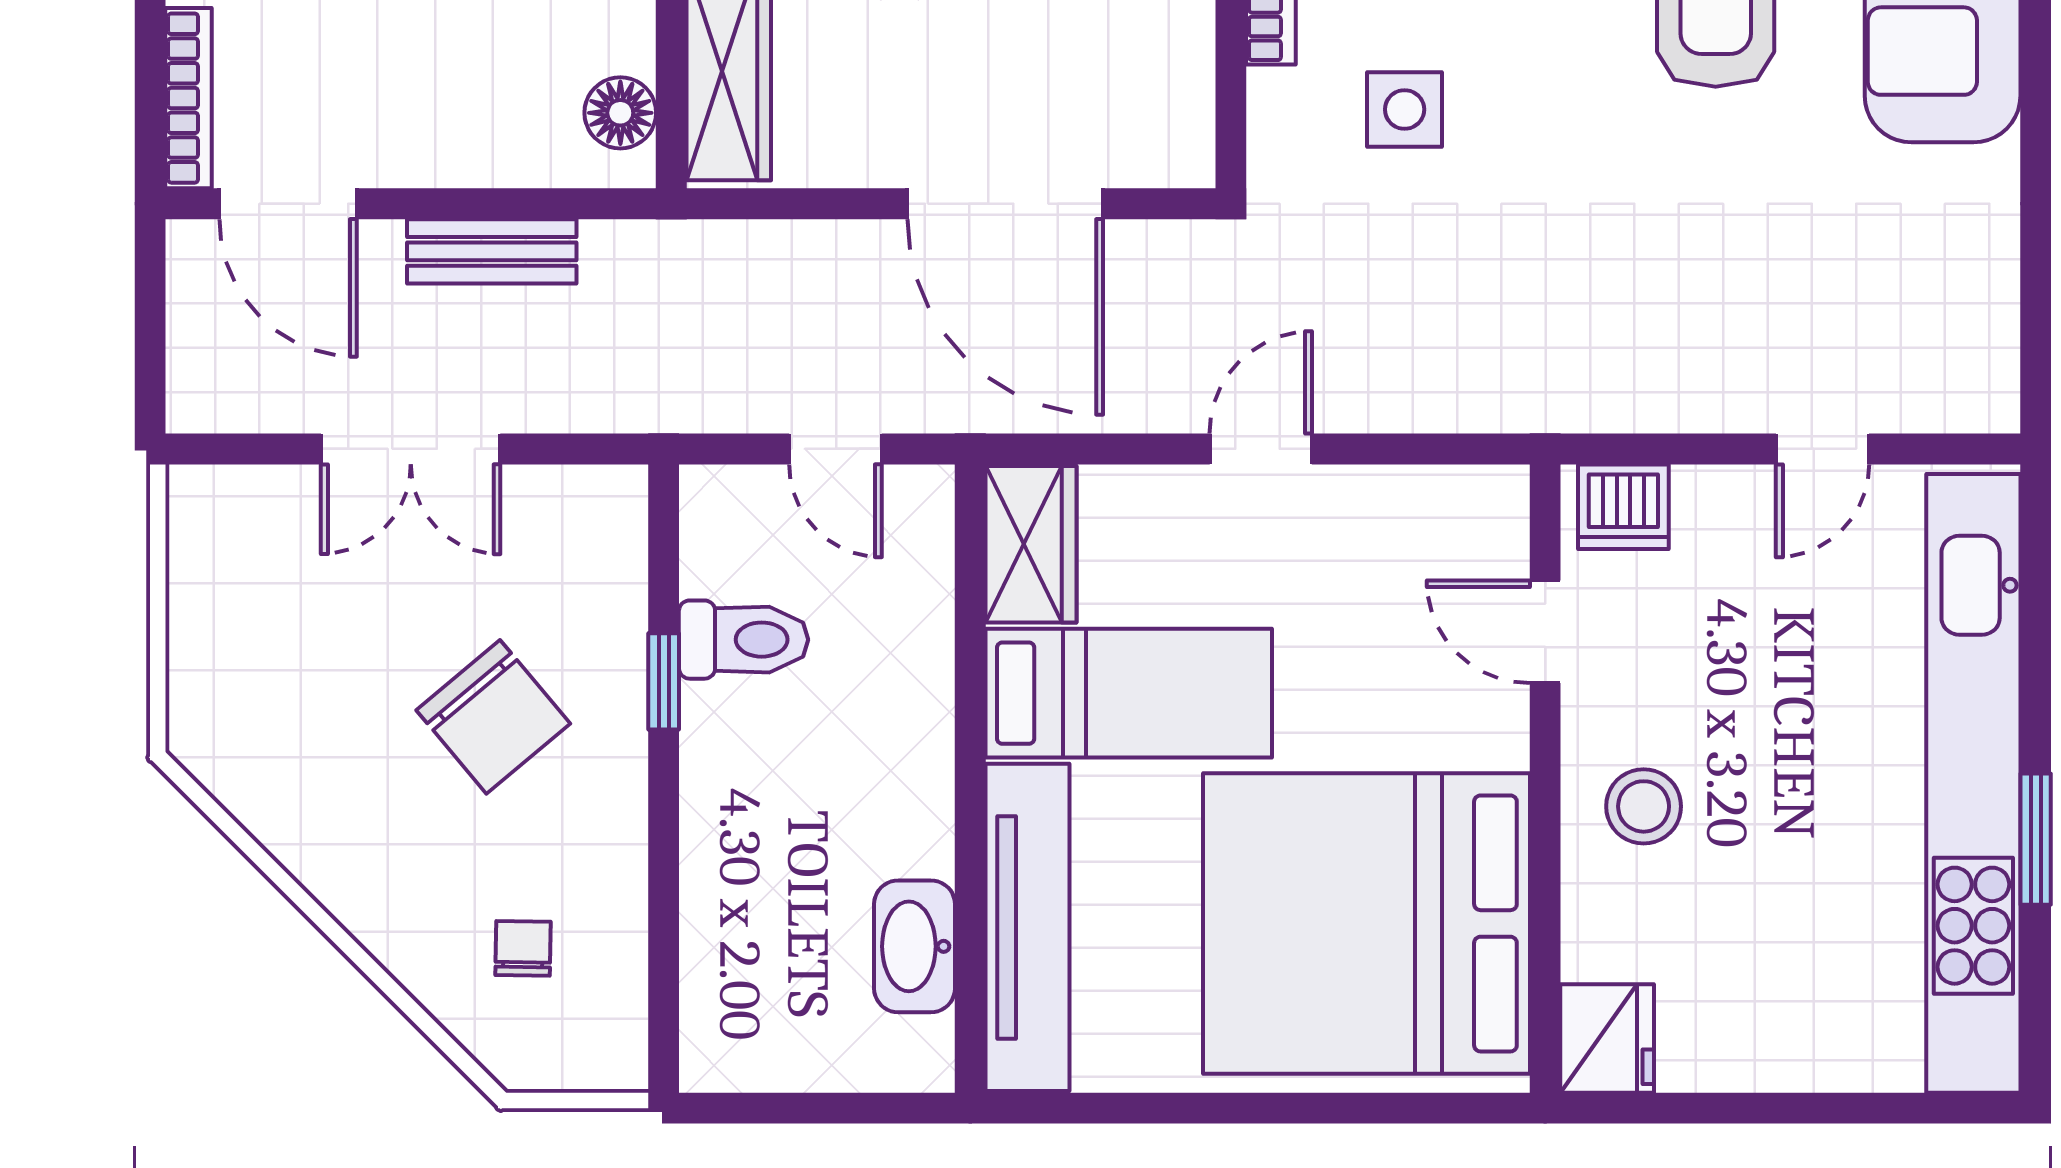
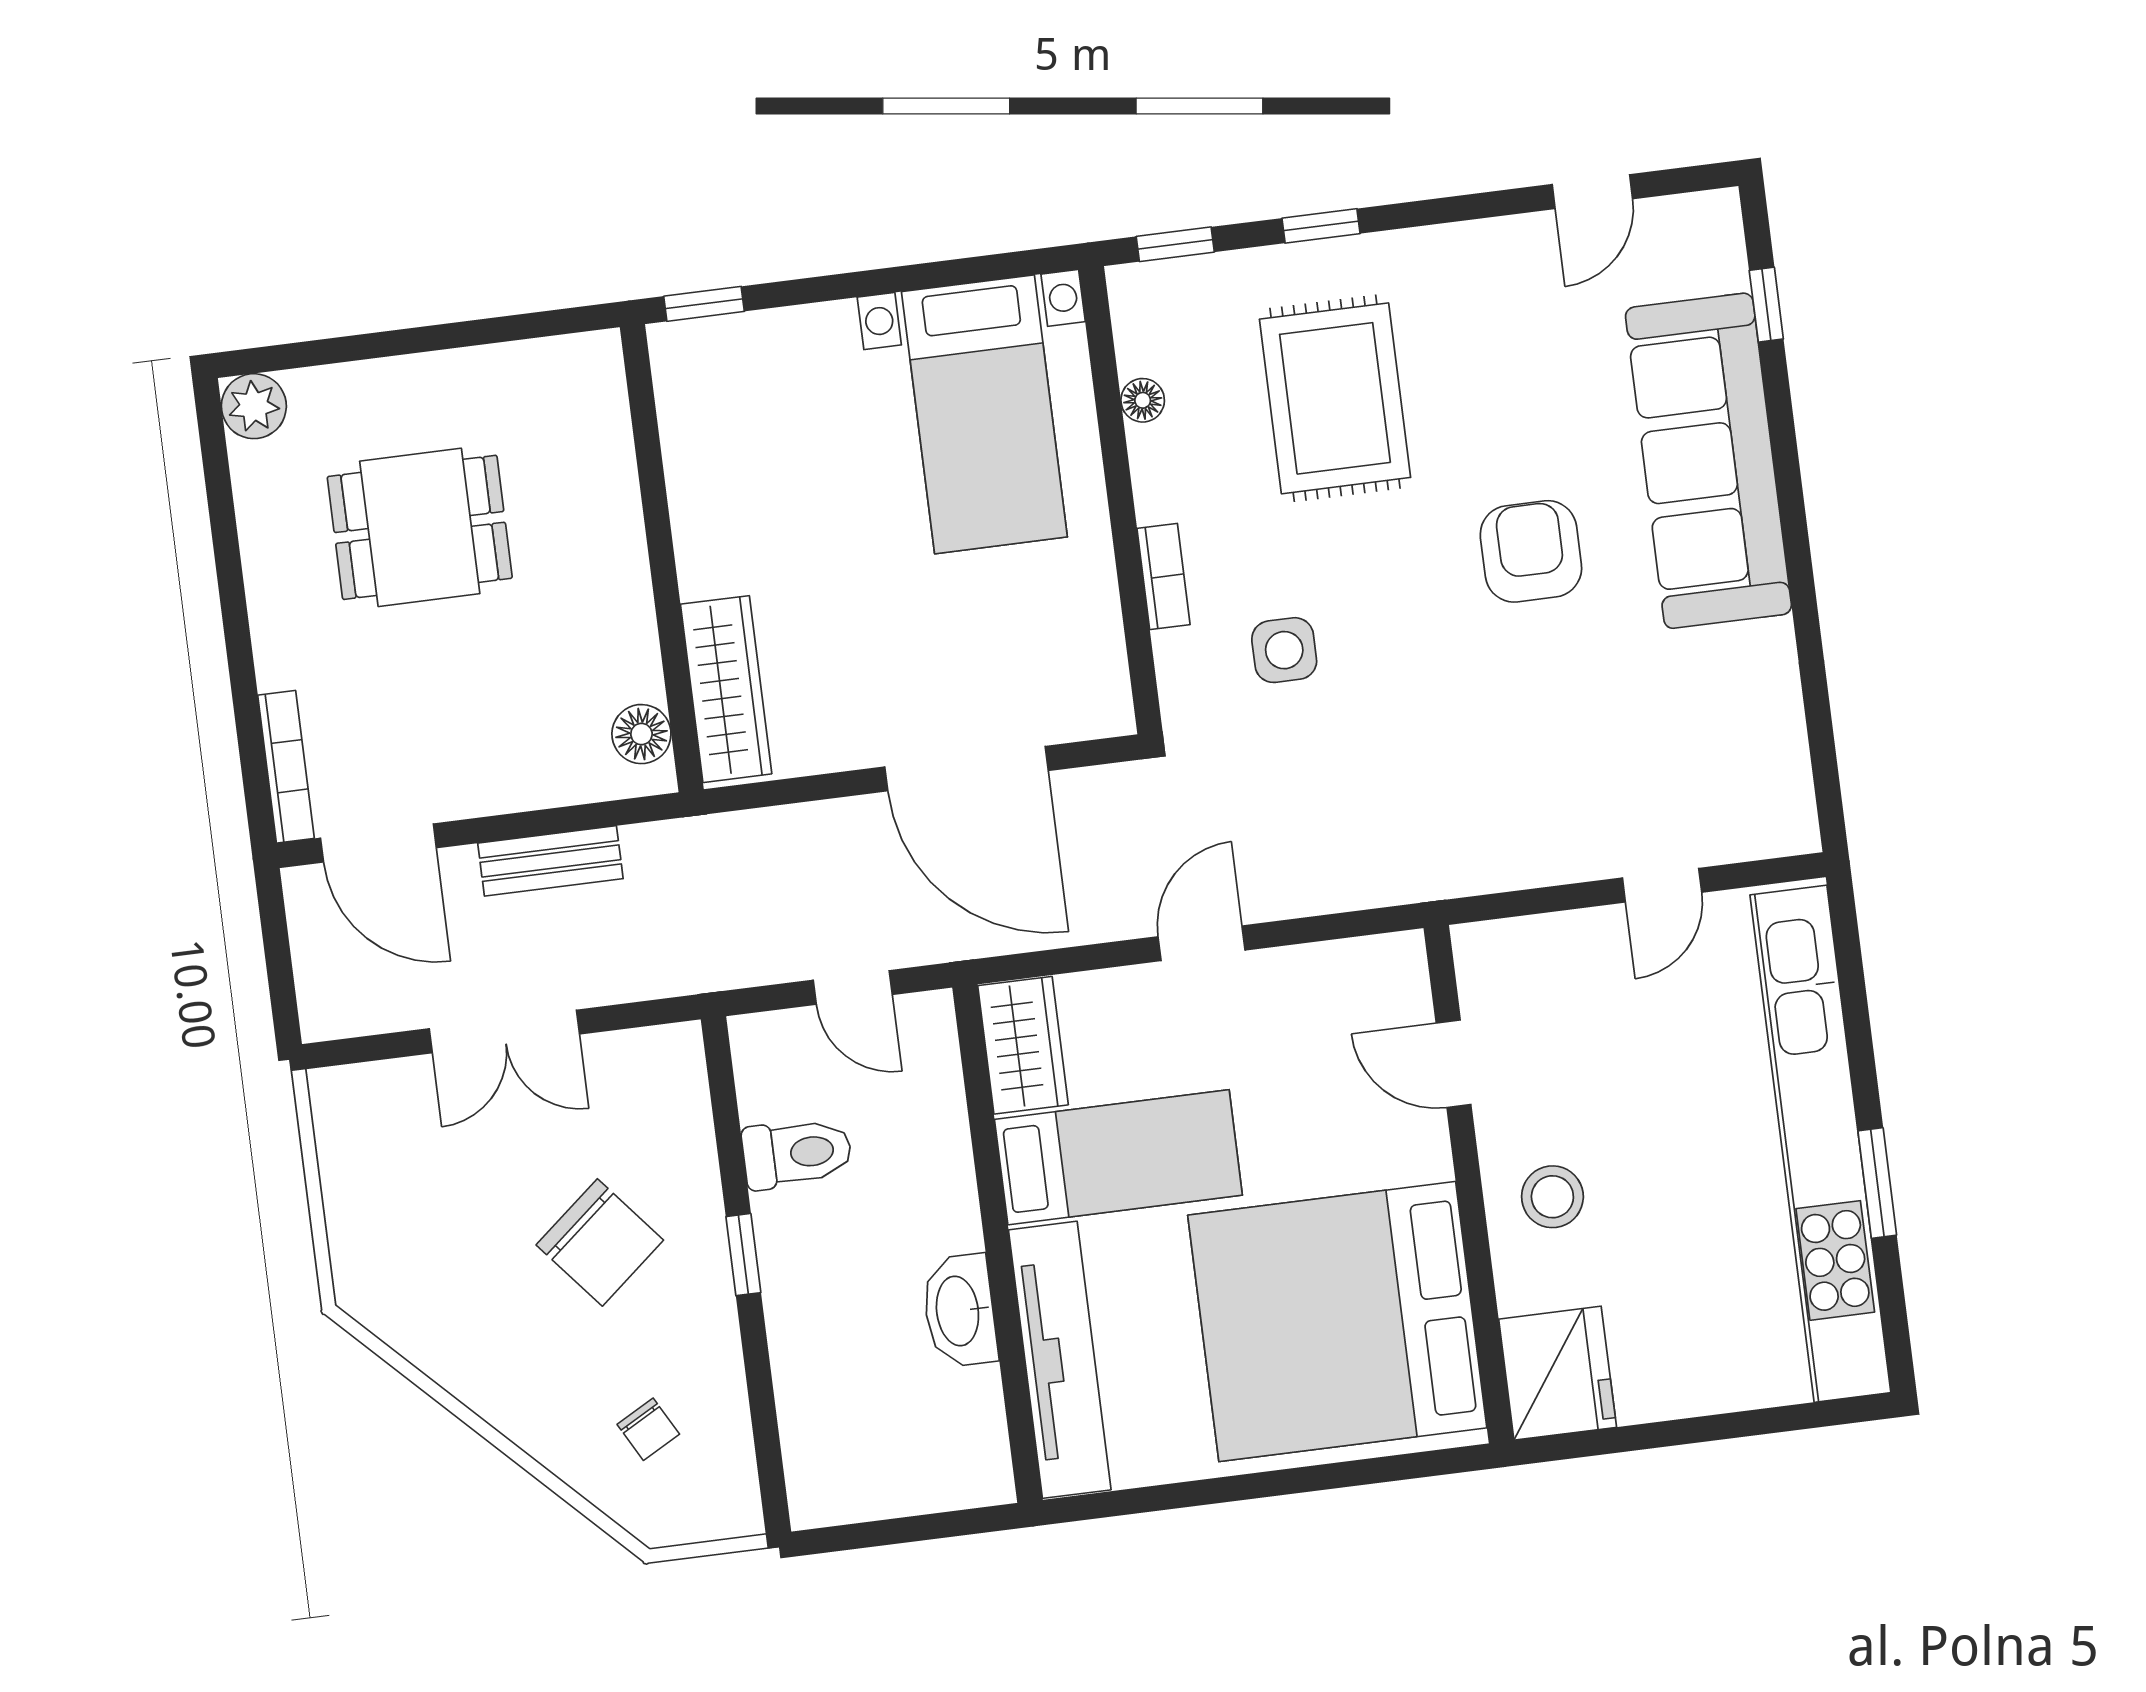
dishwasher: (1623, 507) -> (1505, 953), removed
window: (664, 681) -> (743, 1255), moved
washbasin: (915, 946) -> (959, 1311), moved
chair: (523, 948) -> (648, 1429), turned 150
fridge: (1607, 1038) -> (1558, 1373), width x1.36, depth x1.34

